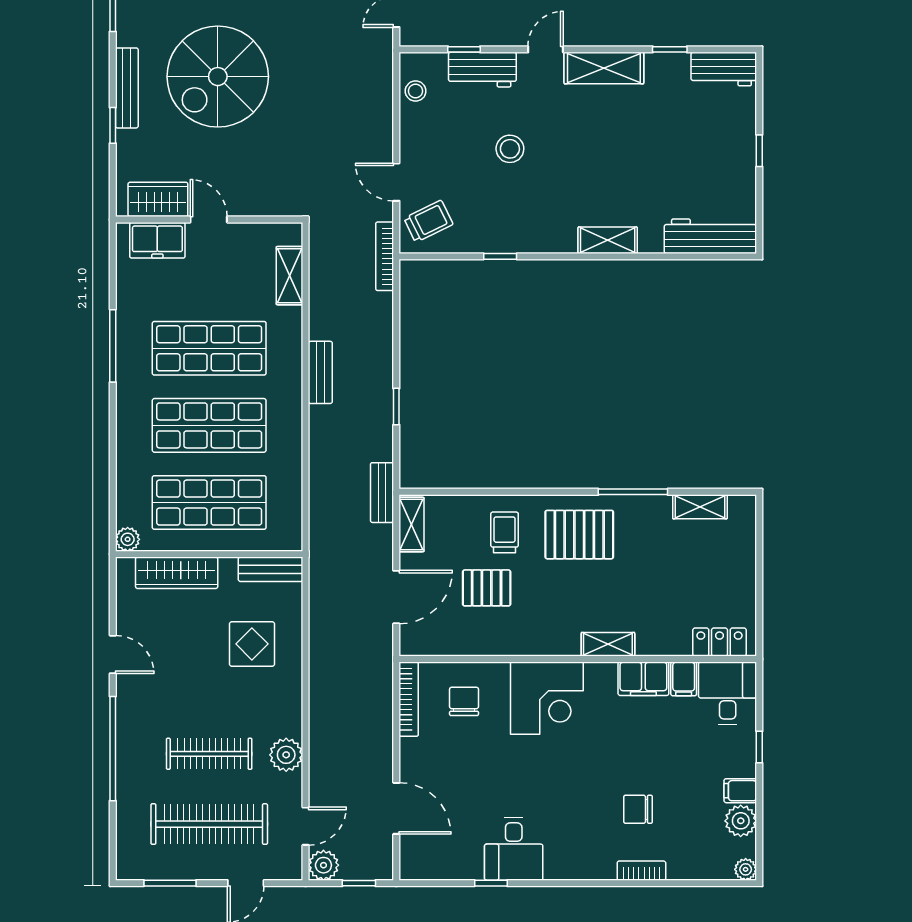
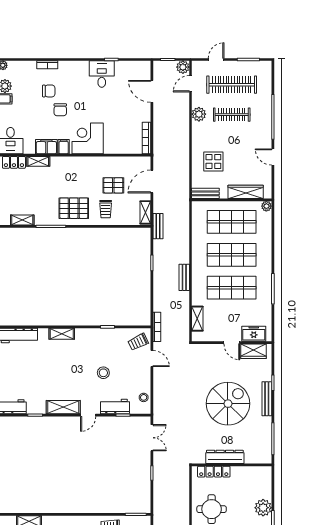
shelving: (608, 644) -> (38, 161), moved
filing cabinet: (684, 679) -> (64, 147), moved
chair: (464, 701) -> (60, 110), moved

